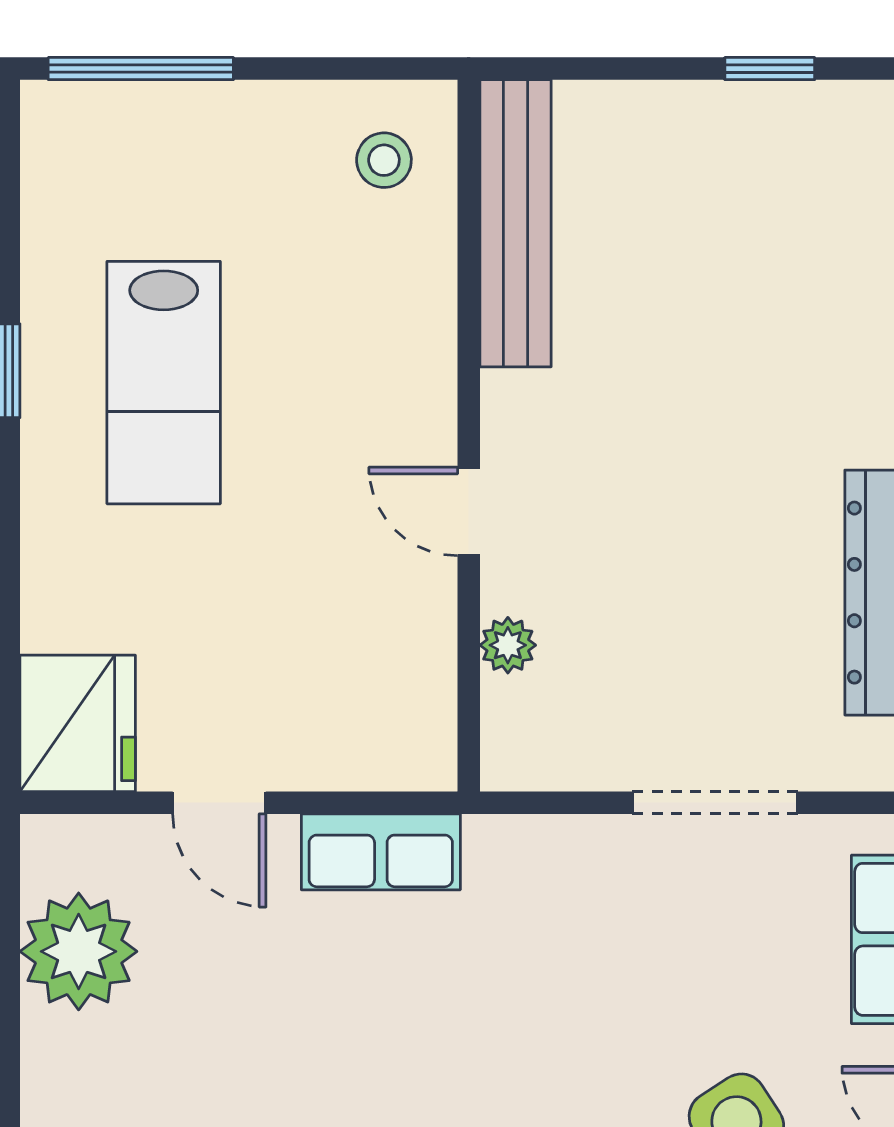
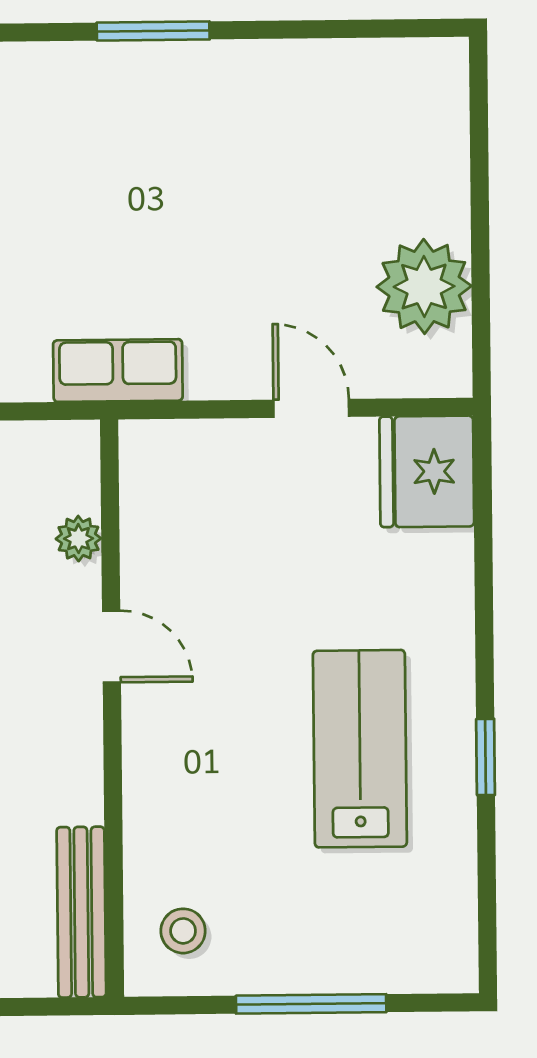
window: (141, 69) -> (311, 1004), moved
bench: (515, 223) -> (81, 912), width x0.73, depth x0.82
row of seats: (381, 852) -> (118, 370), moved

